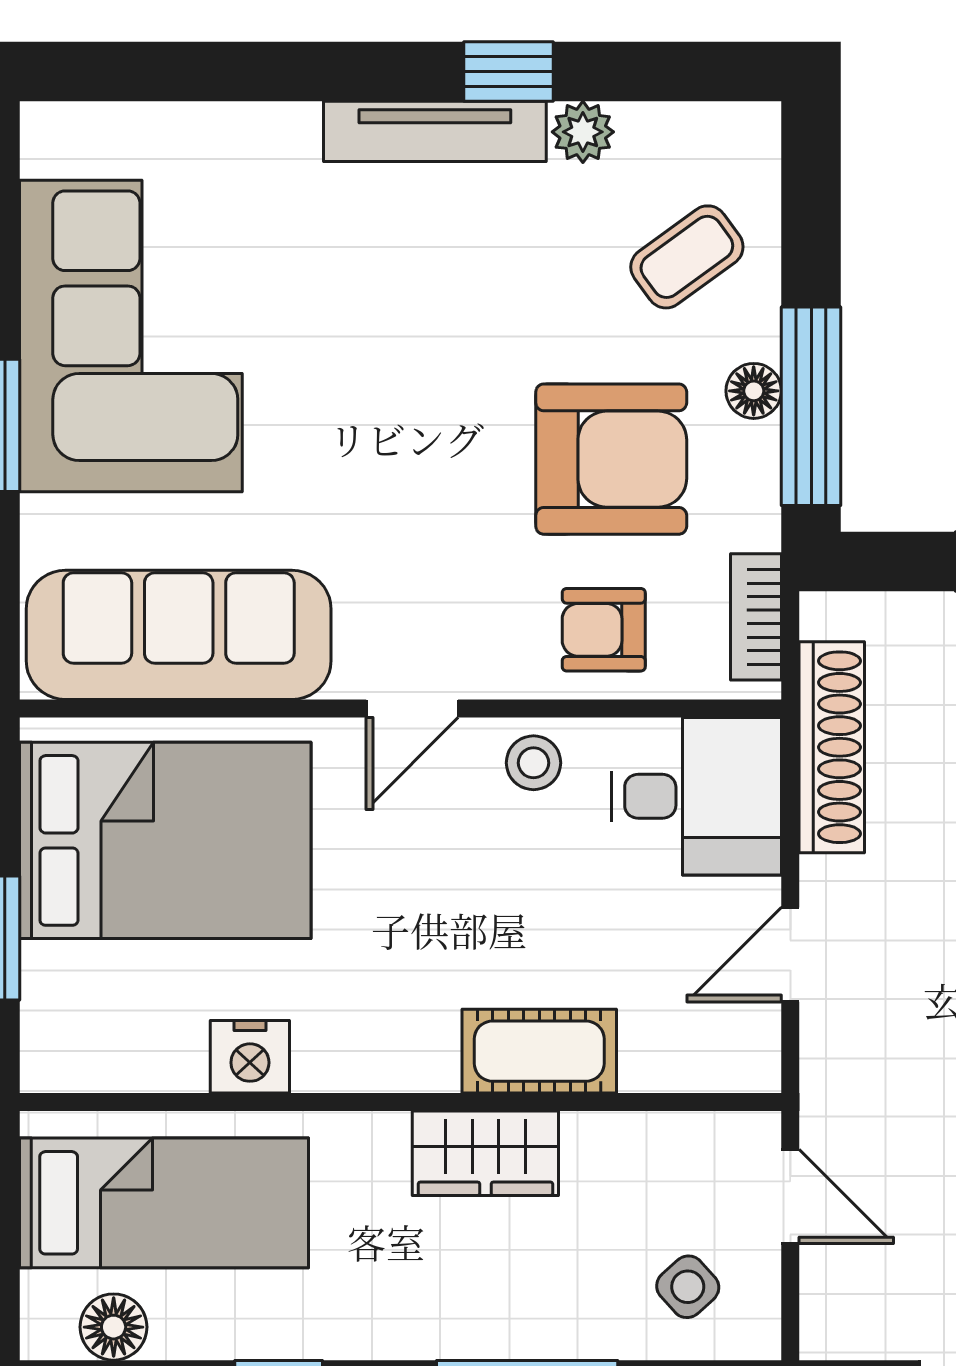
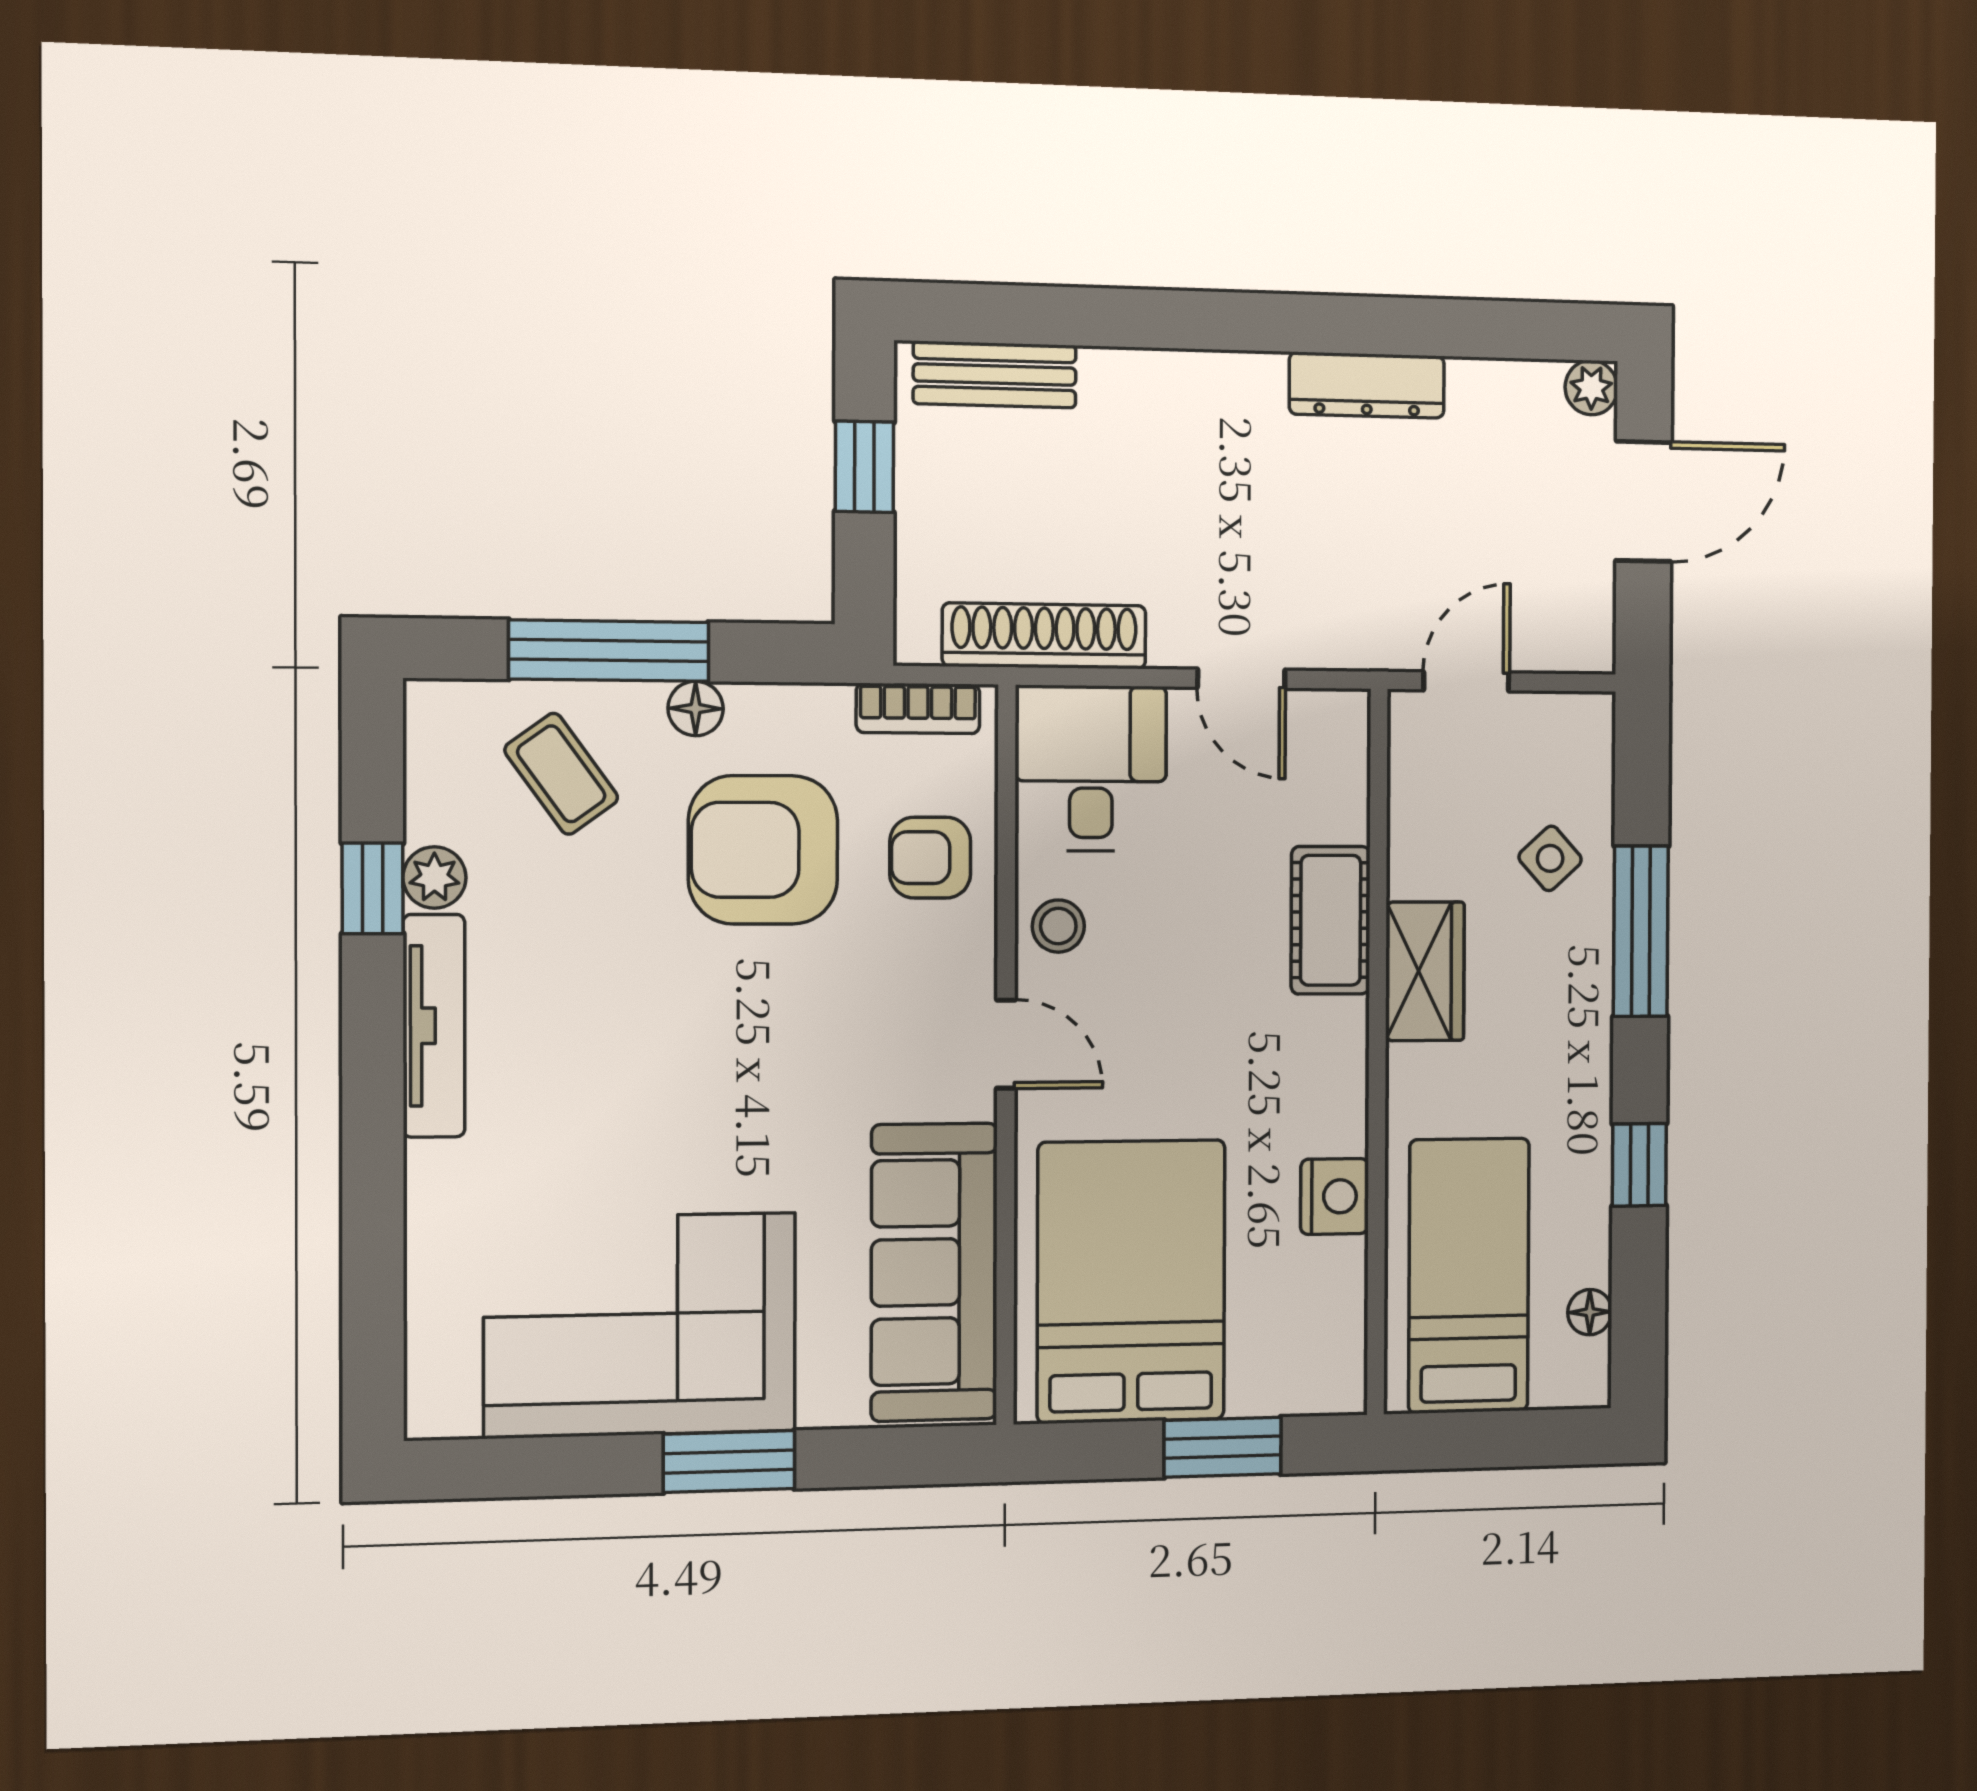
window: (508, 72) -> (373, 888), moved
window: (811, 406) -> (609, 651), moved
armchair: (611, 459) -> (763, 850), turned -90
armchair: (604, 630) -> (930, 858), turned 90
side table: (688, 1287) -> (1550, 858), moved
floor lamp: (114, 1327) -> (1590, 1312), width x0.73, depth x0.73

